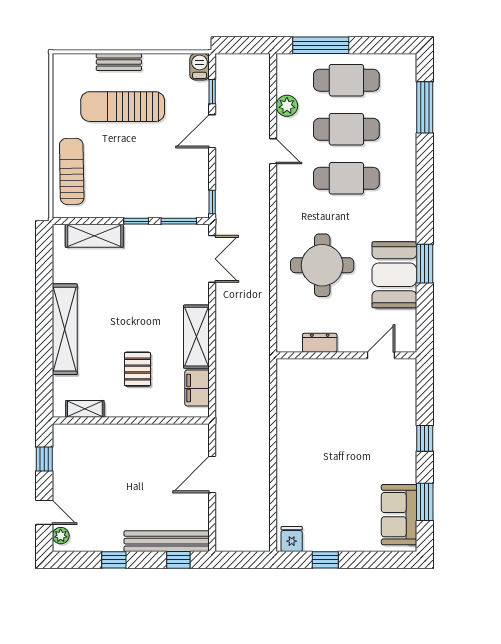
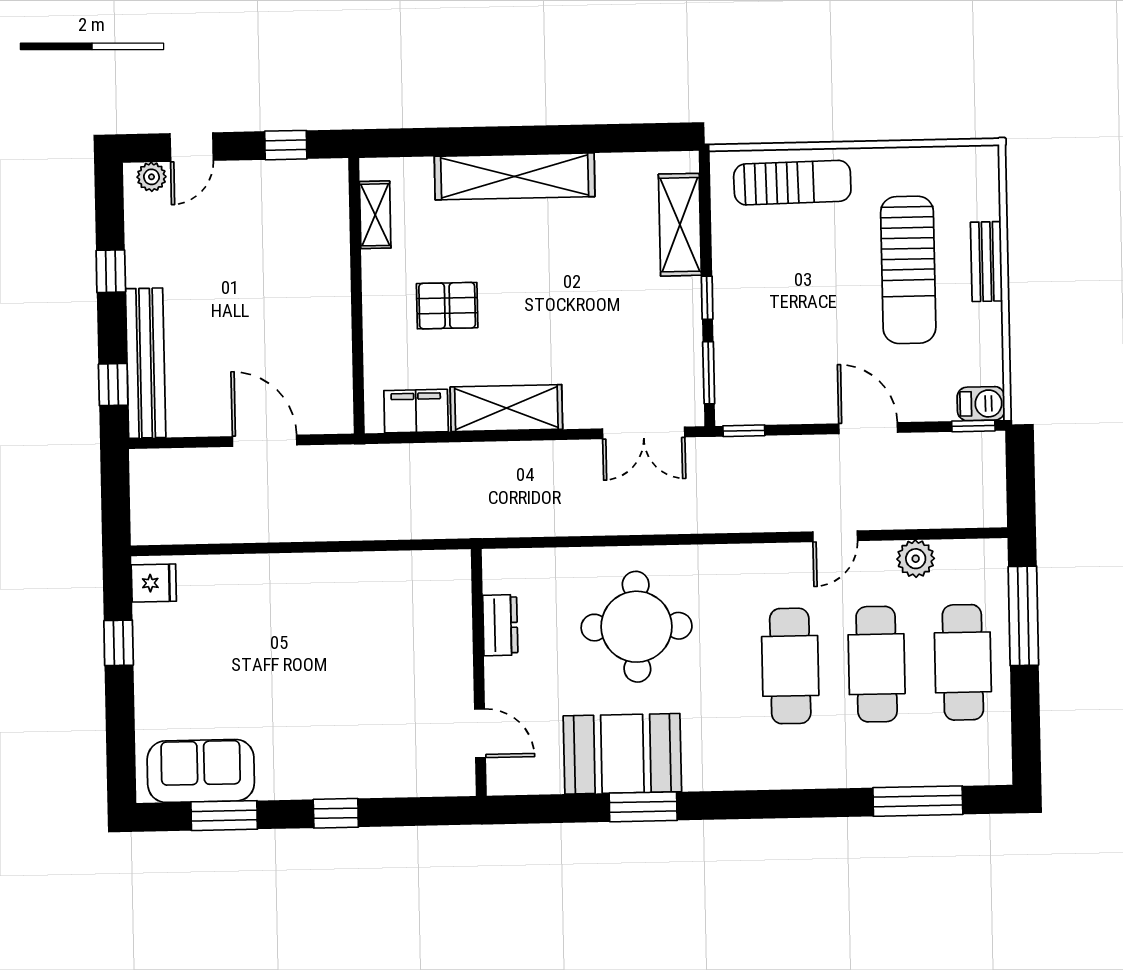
window: (212, 92) -> (973, 426), moved
sun lounger: (123, 107) -> (908, 270), turned 180

